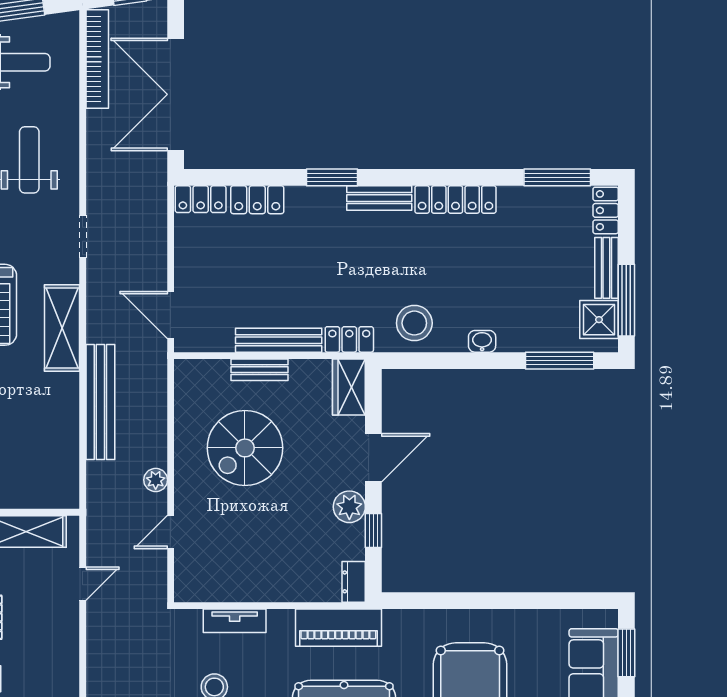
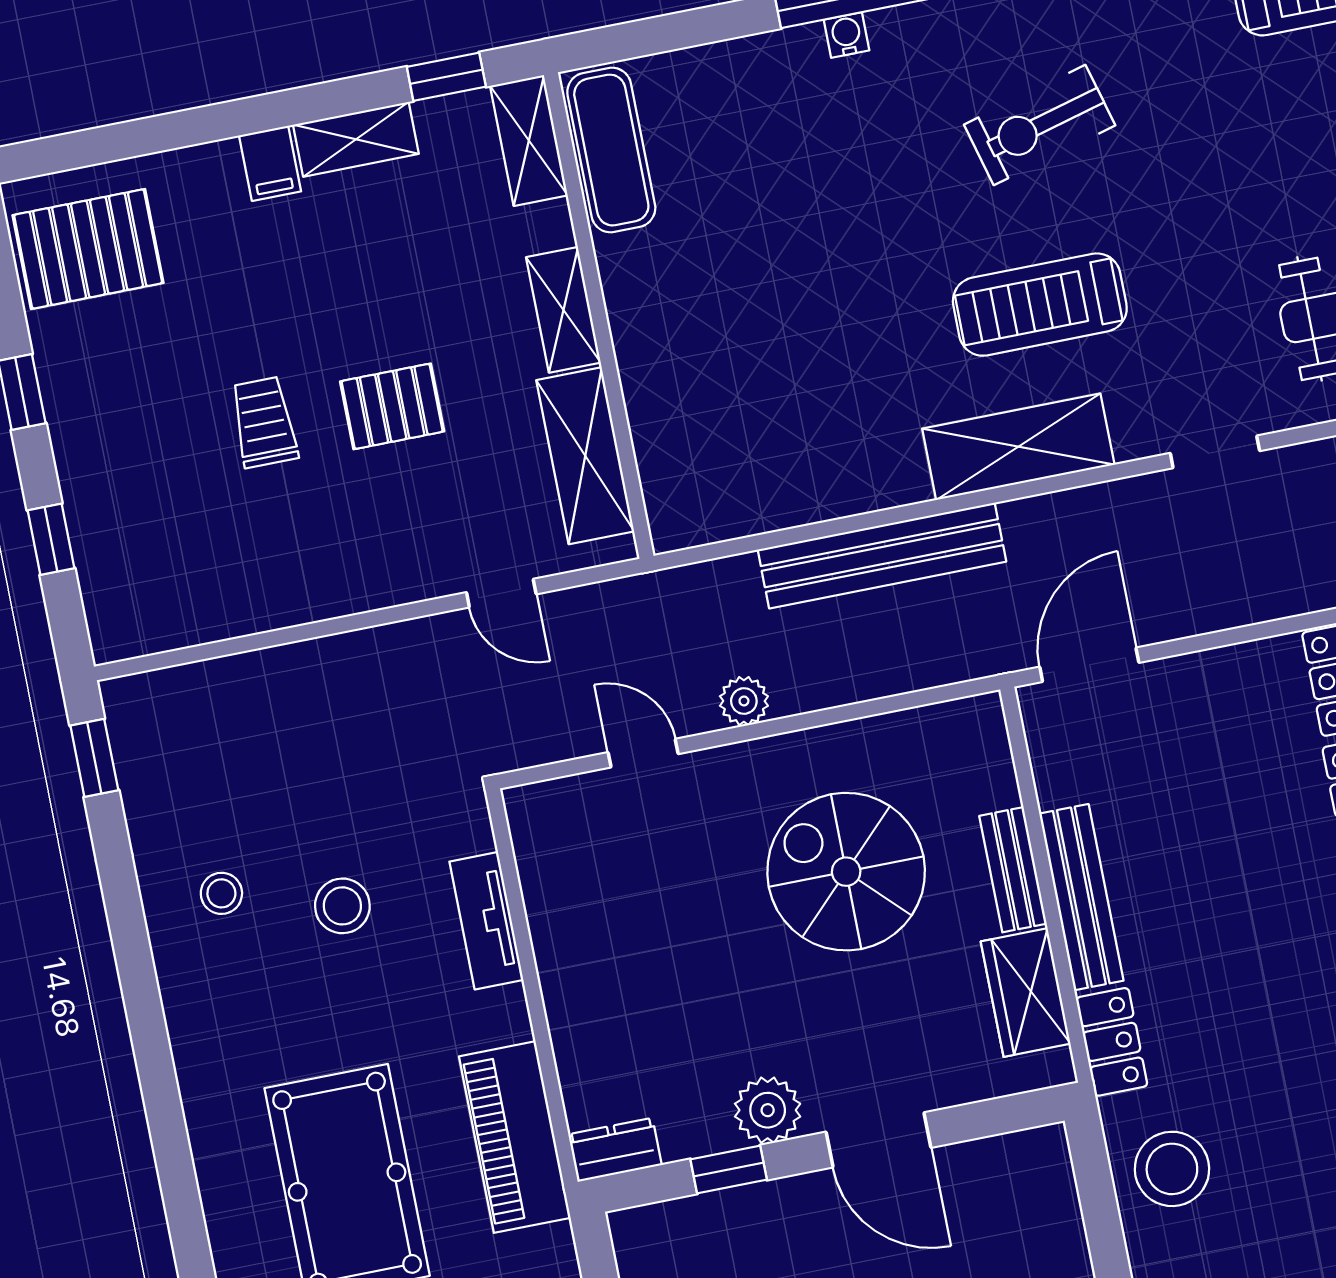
wardrobe: (349, 387) -> (1026, 993), moved, turned -90

